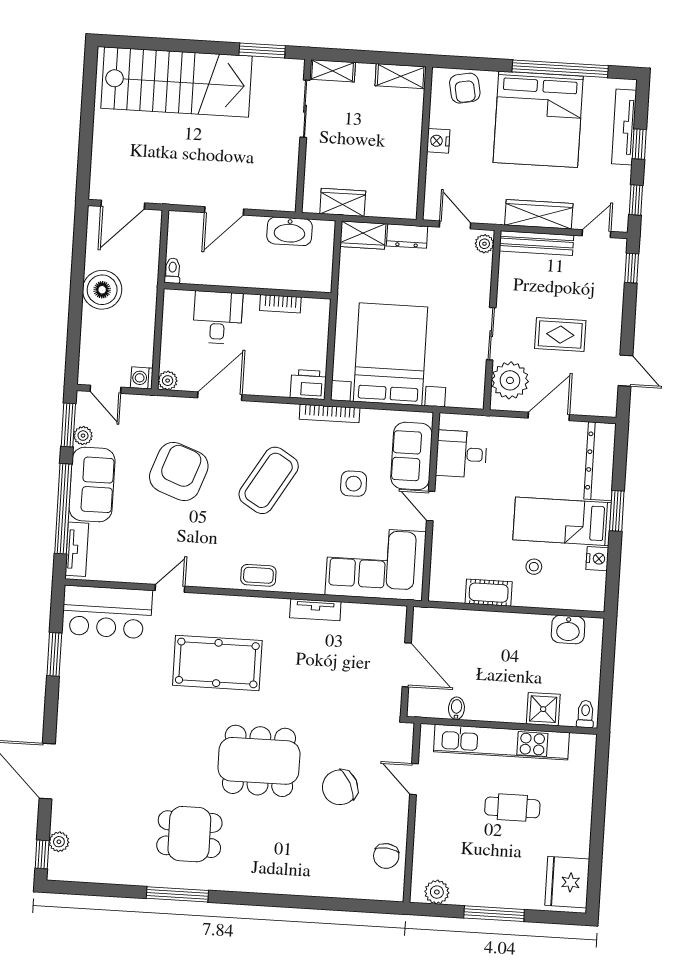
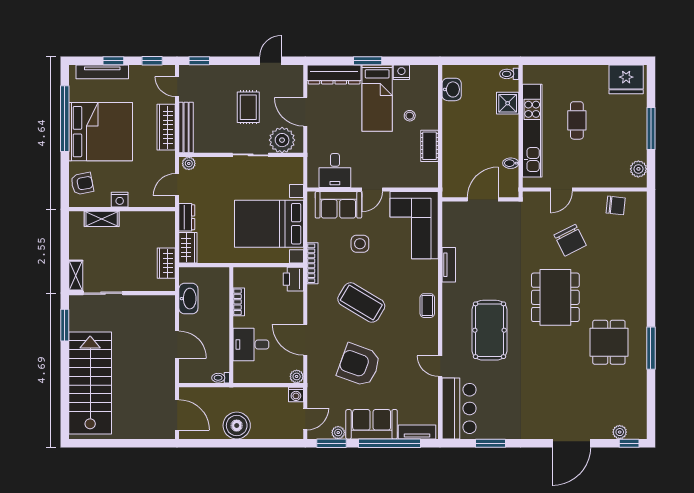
shelving: (401, 76) -> (102, 219), moved, turned 90

